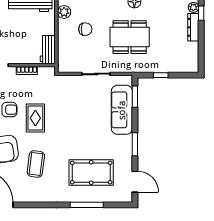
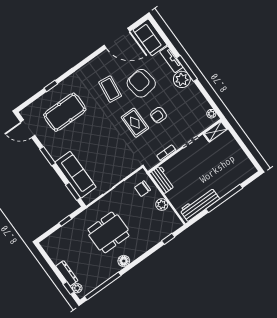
plant: (64, 12) -> (162, 205), moved
chair: (85, 29) -> (143, 189), moved
window: (87, 205) -> (51, 86), width x0.46

